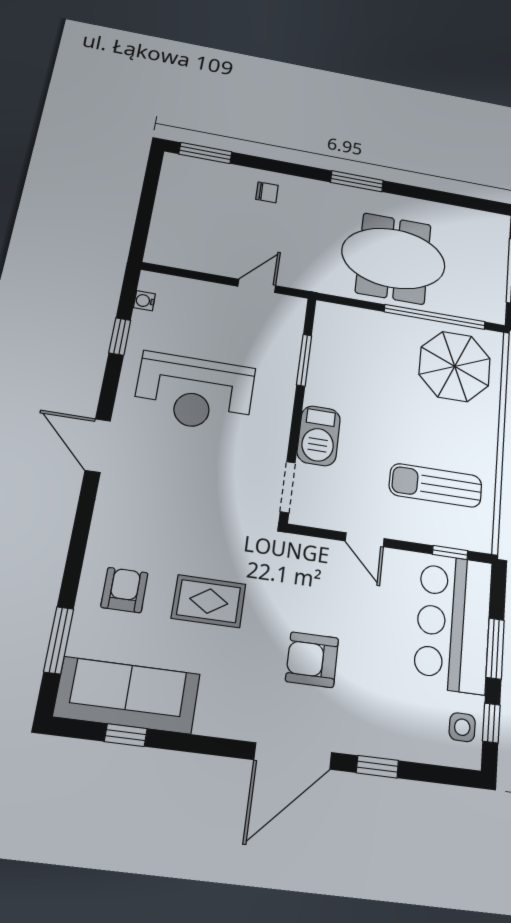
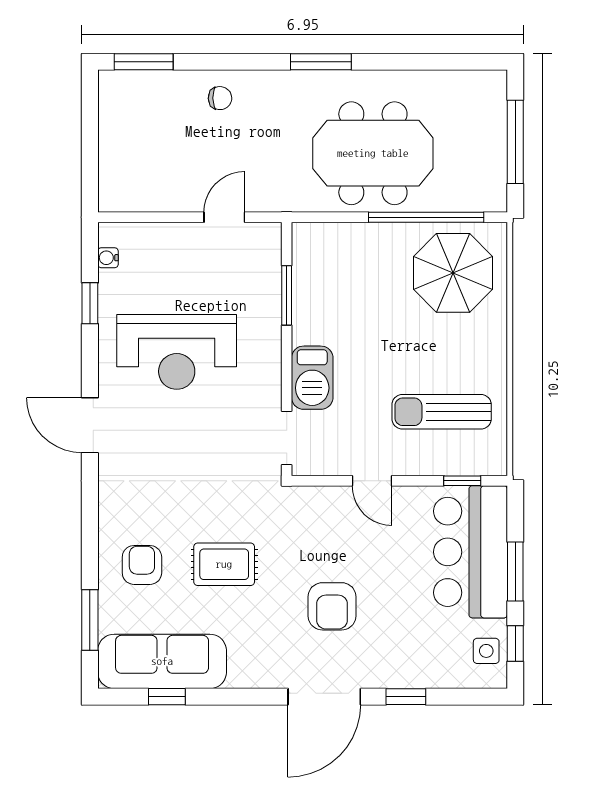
armchair: (312, 660) -> (332, 606), turned -90

